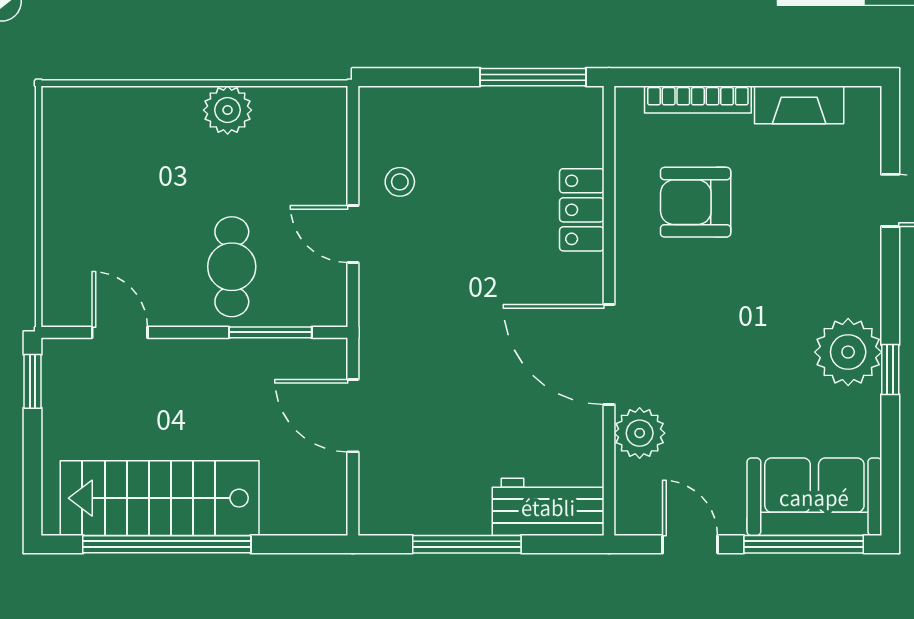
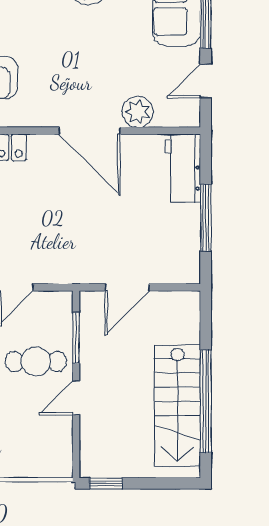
door: (120, 332) -> (76, 398), moved
door: (609, 355) -> (90, 131), hinge flipped

